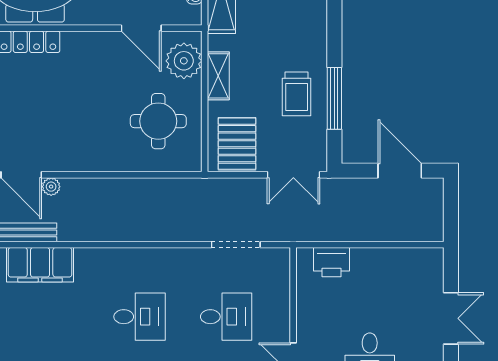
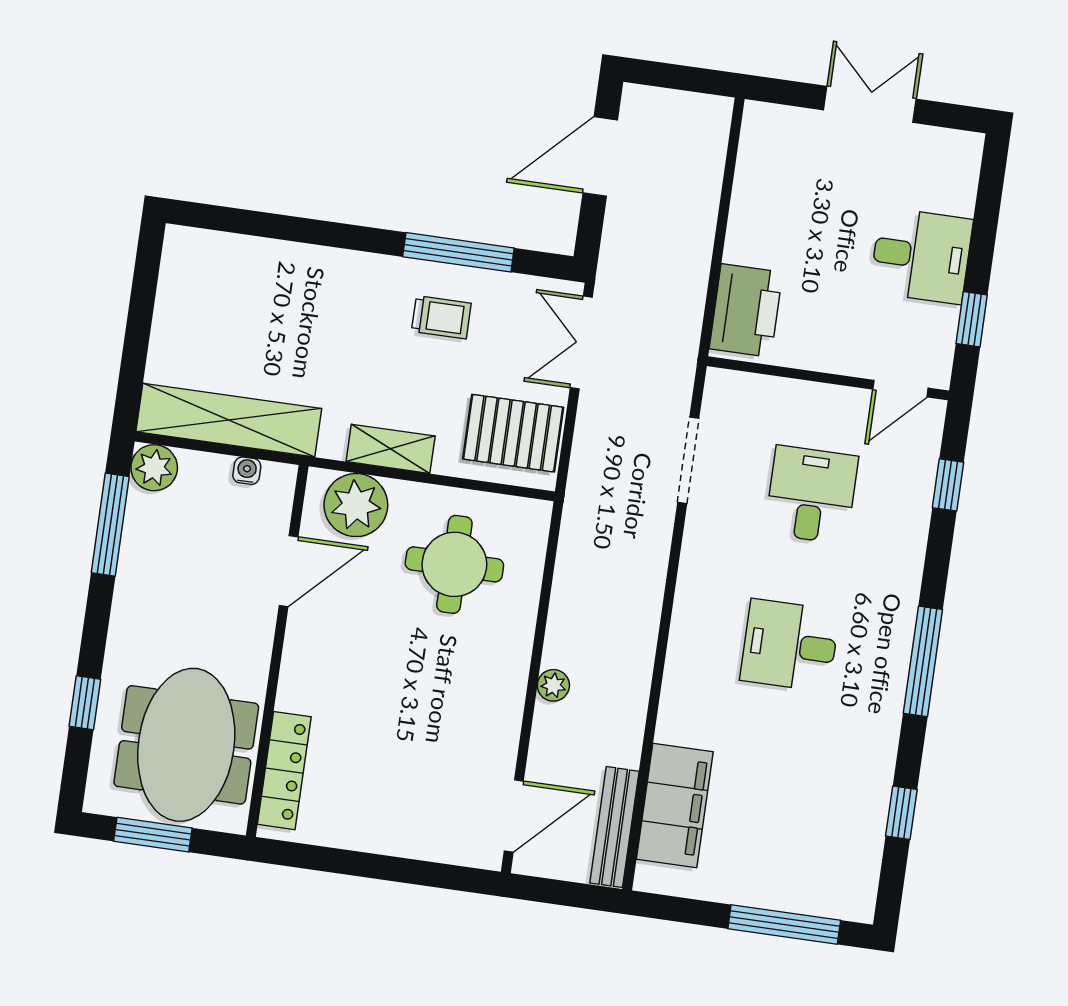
trolley: (297, 94) -> (441, 317), width x0.73, depth x0.72
double door: (293, 175) -> (581, 343), swing flipped
plant: (51, 187) -> (553, 685), moved
printer: (331, 262) -> (746, 310), width x1.37, depth x1.19
desk: (140, 317) -> (790, 645), turned -90

